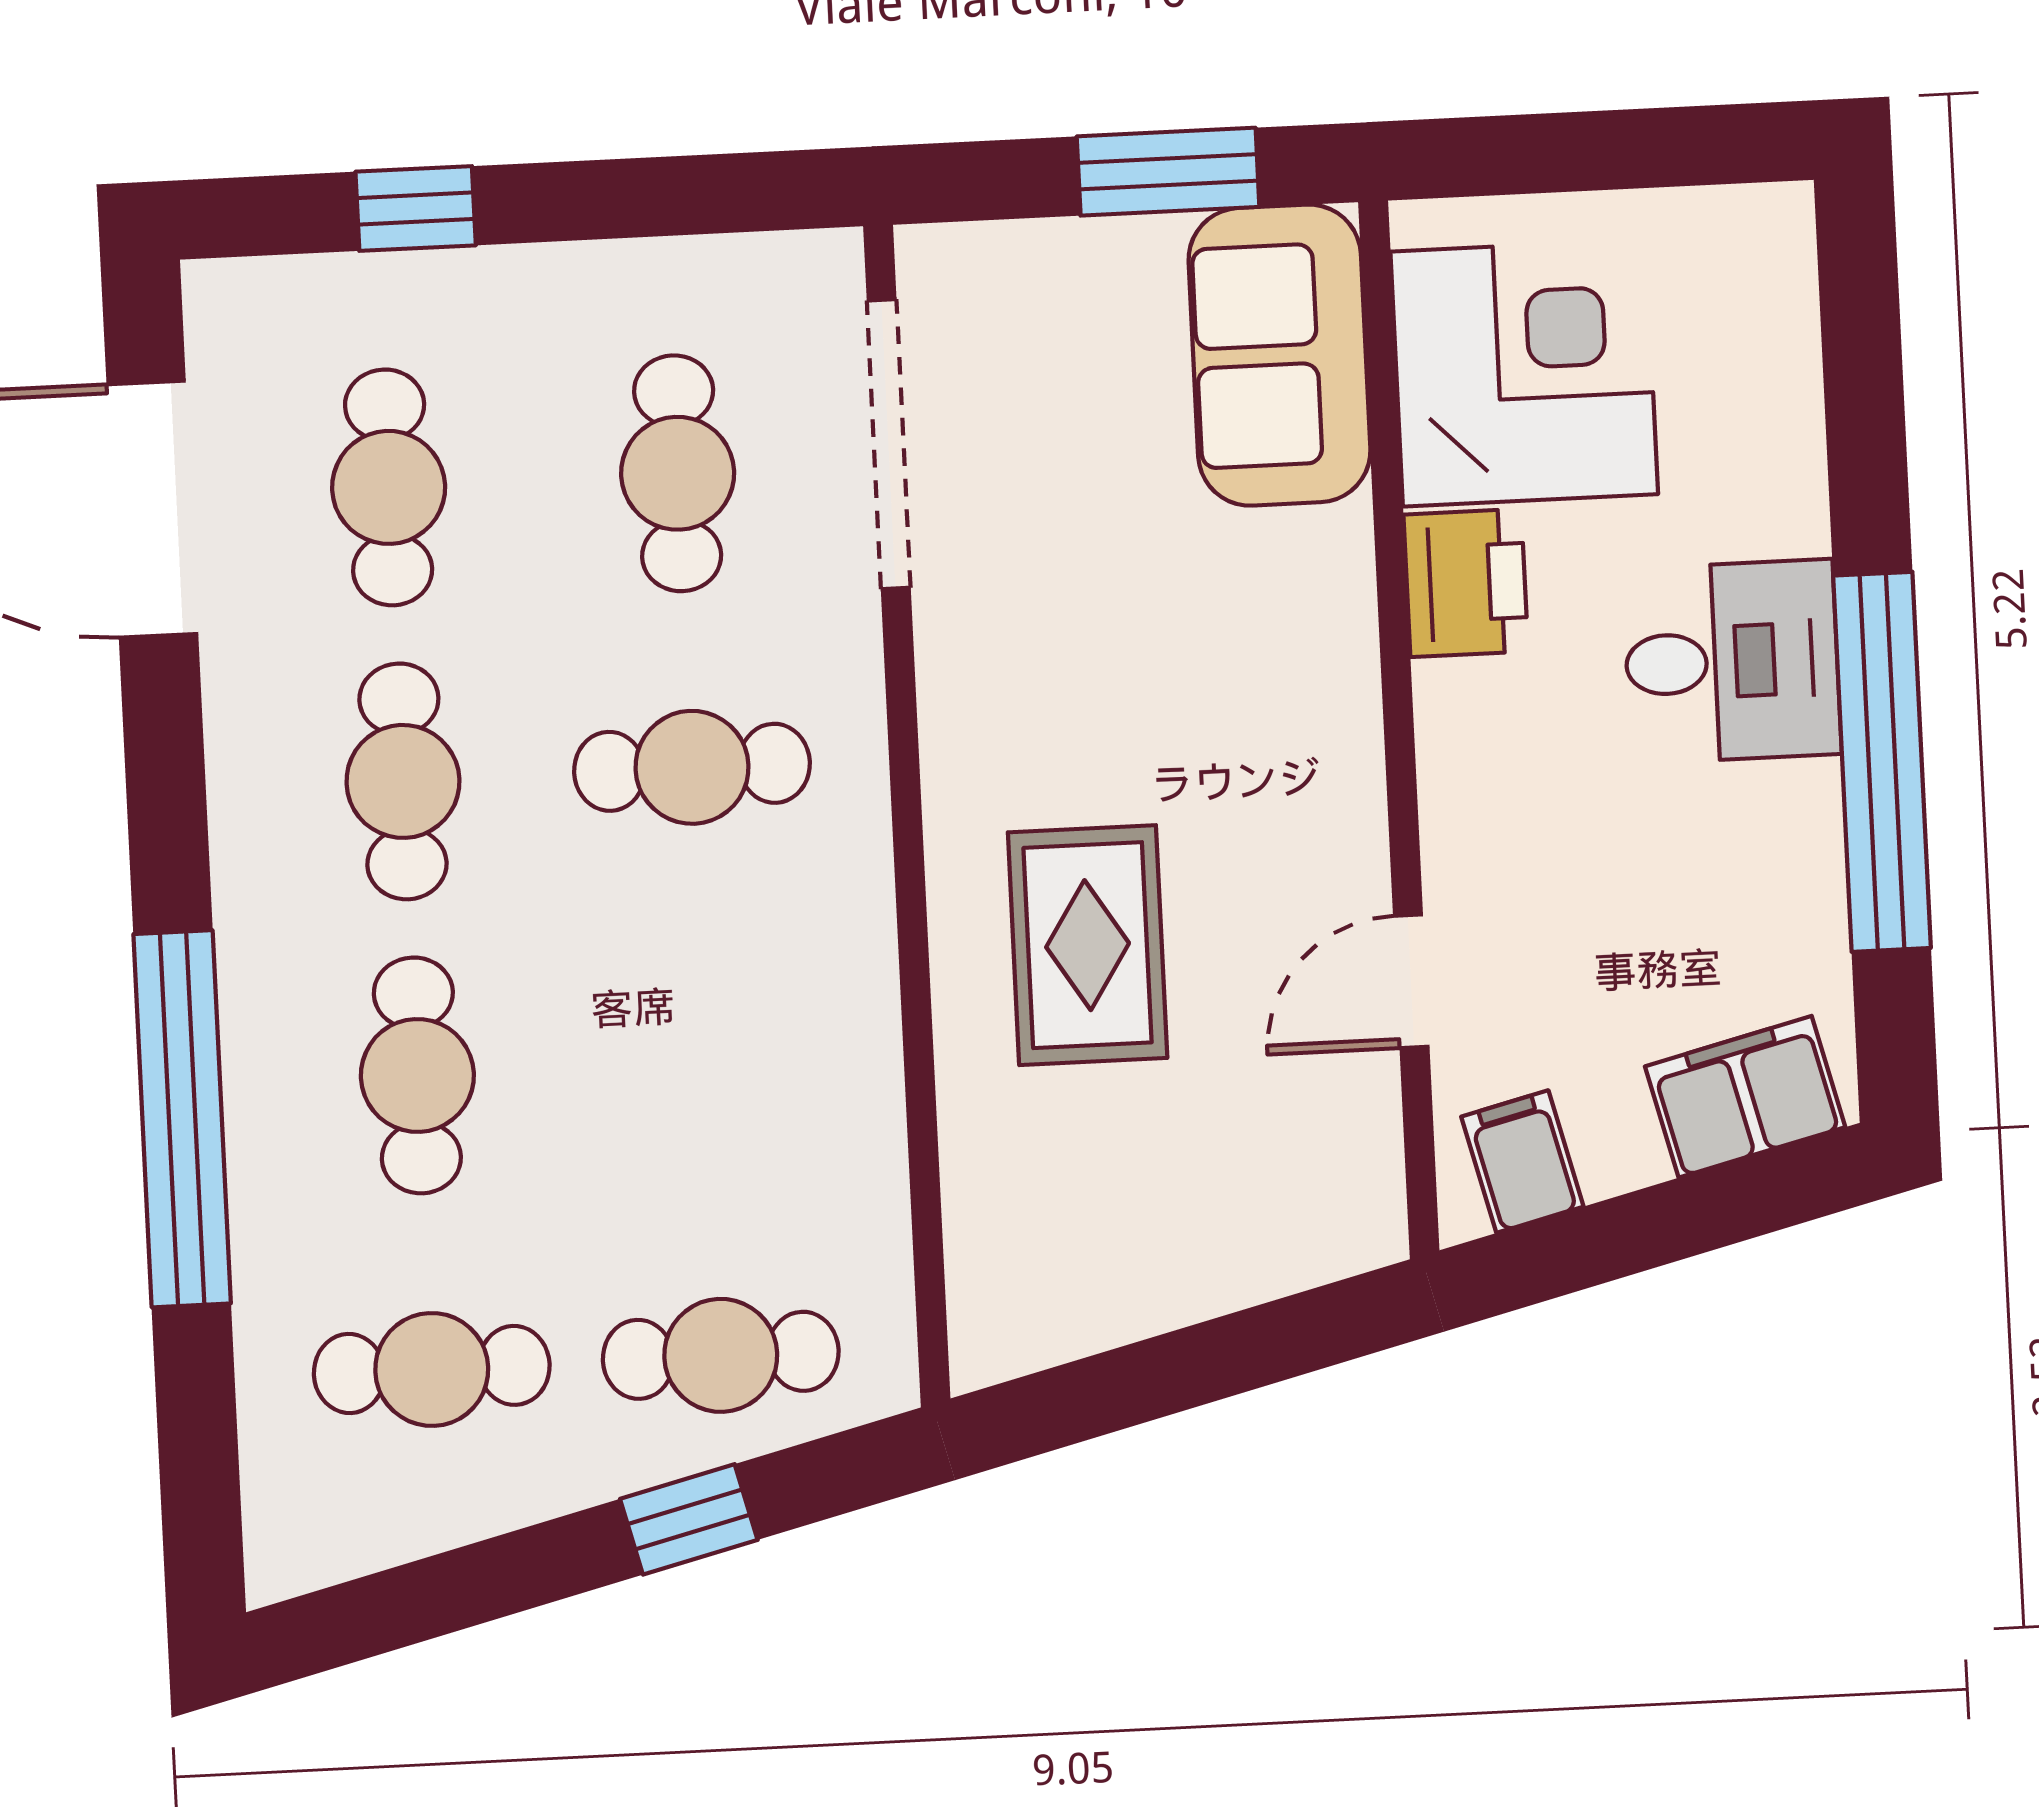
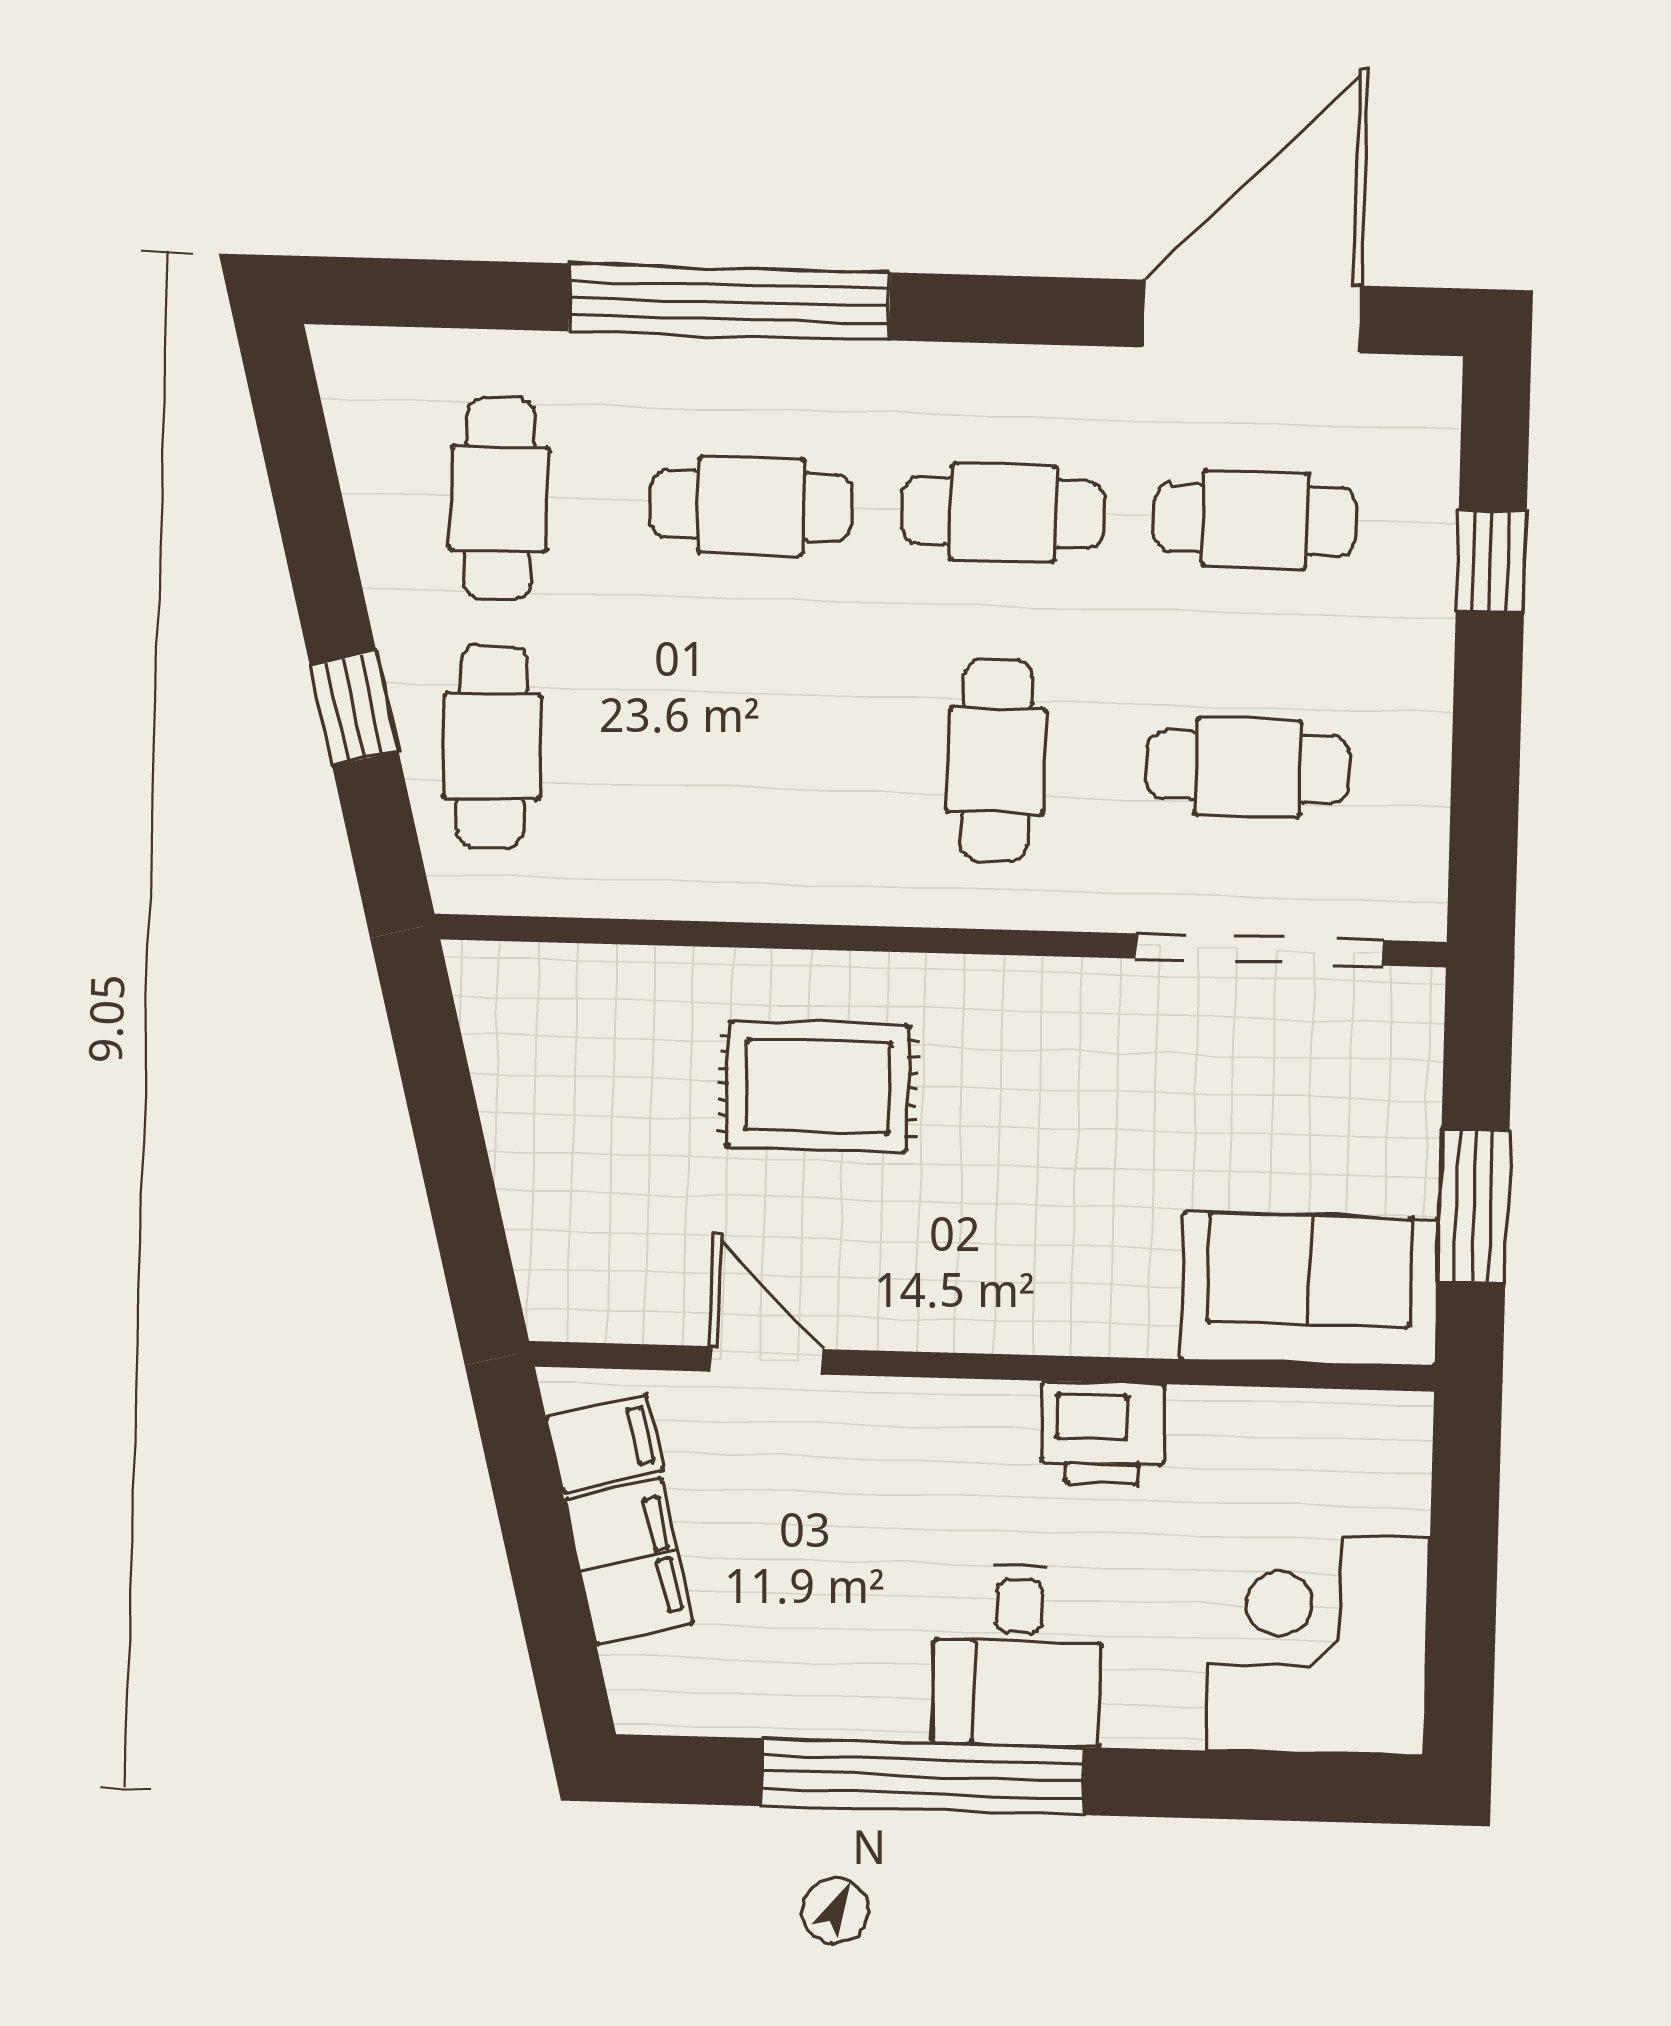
corner desk: (1524, 373) -> (1318, 1644), moved, turned 180
filing cabinet: (1745, 1097) -> (629, 1562), moved

